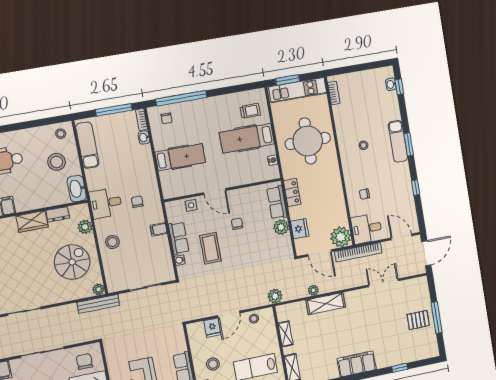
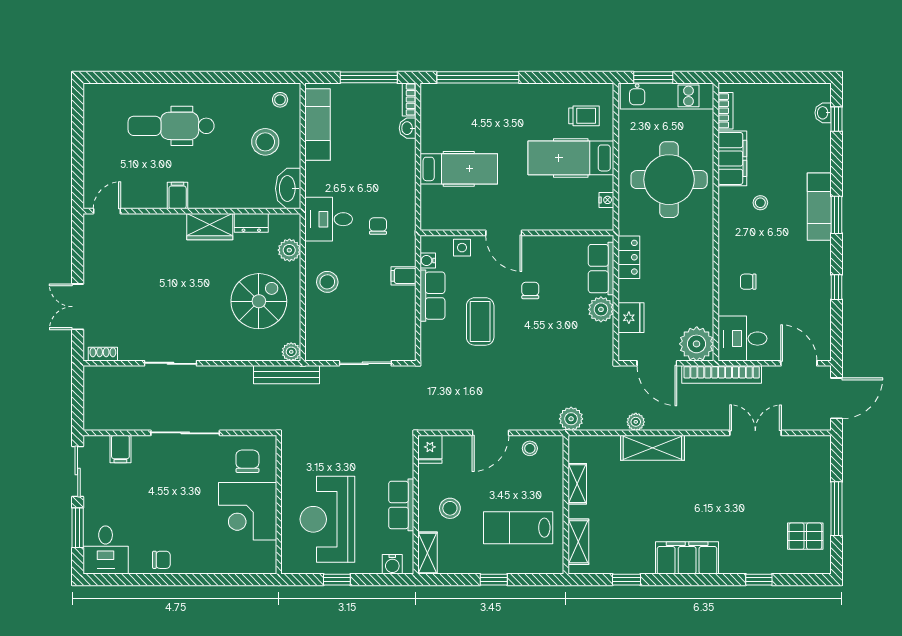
chair: (166, 118) -> (449, 105), removed
filing cabinet: (343, 121) -> (732, 158), added
water cooler: (180, 260) -> (428, 261), moved
pallet: (418, 320) -> (805, 536), moved
fridge: (212, 328) -> (430, 449), moved

